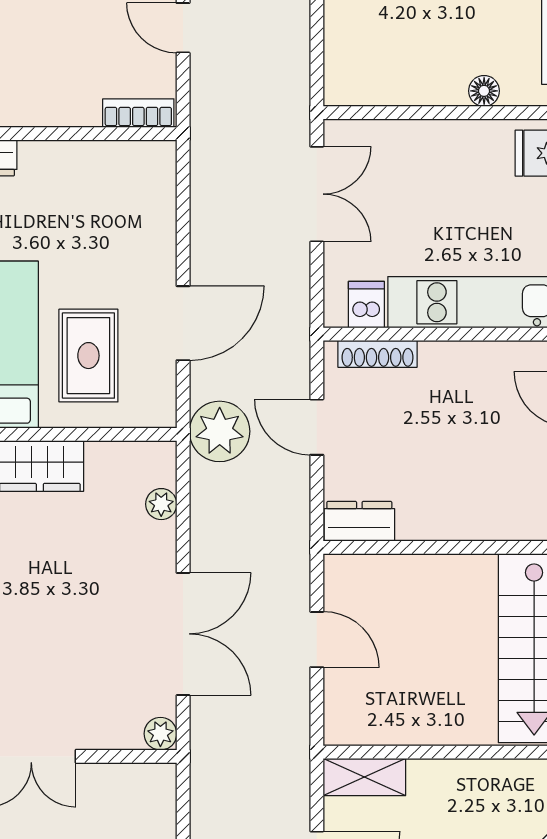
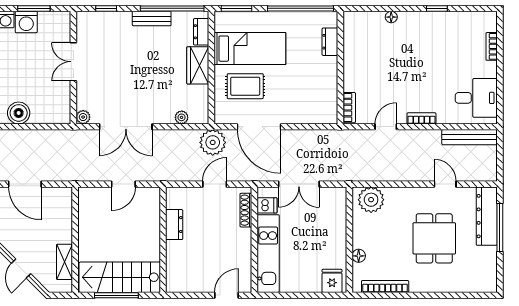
plant: (353, 62) -> (371, 200), added
double door: (317, 194) -> (299, 184), moved
door: (183, 323) -> (259, 127), width x1.36
dresser: (359, 521) -> (174, 225), moved
shelving: (364, 777) -> (65, 262), moved

